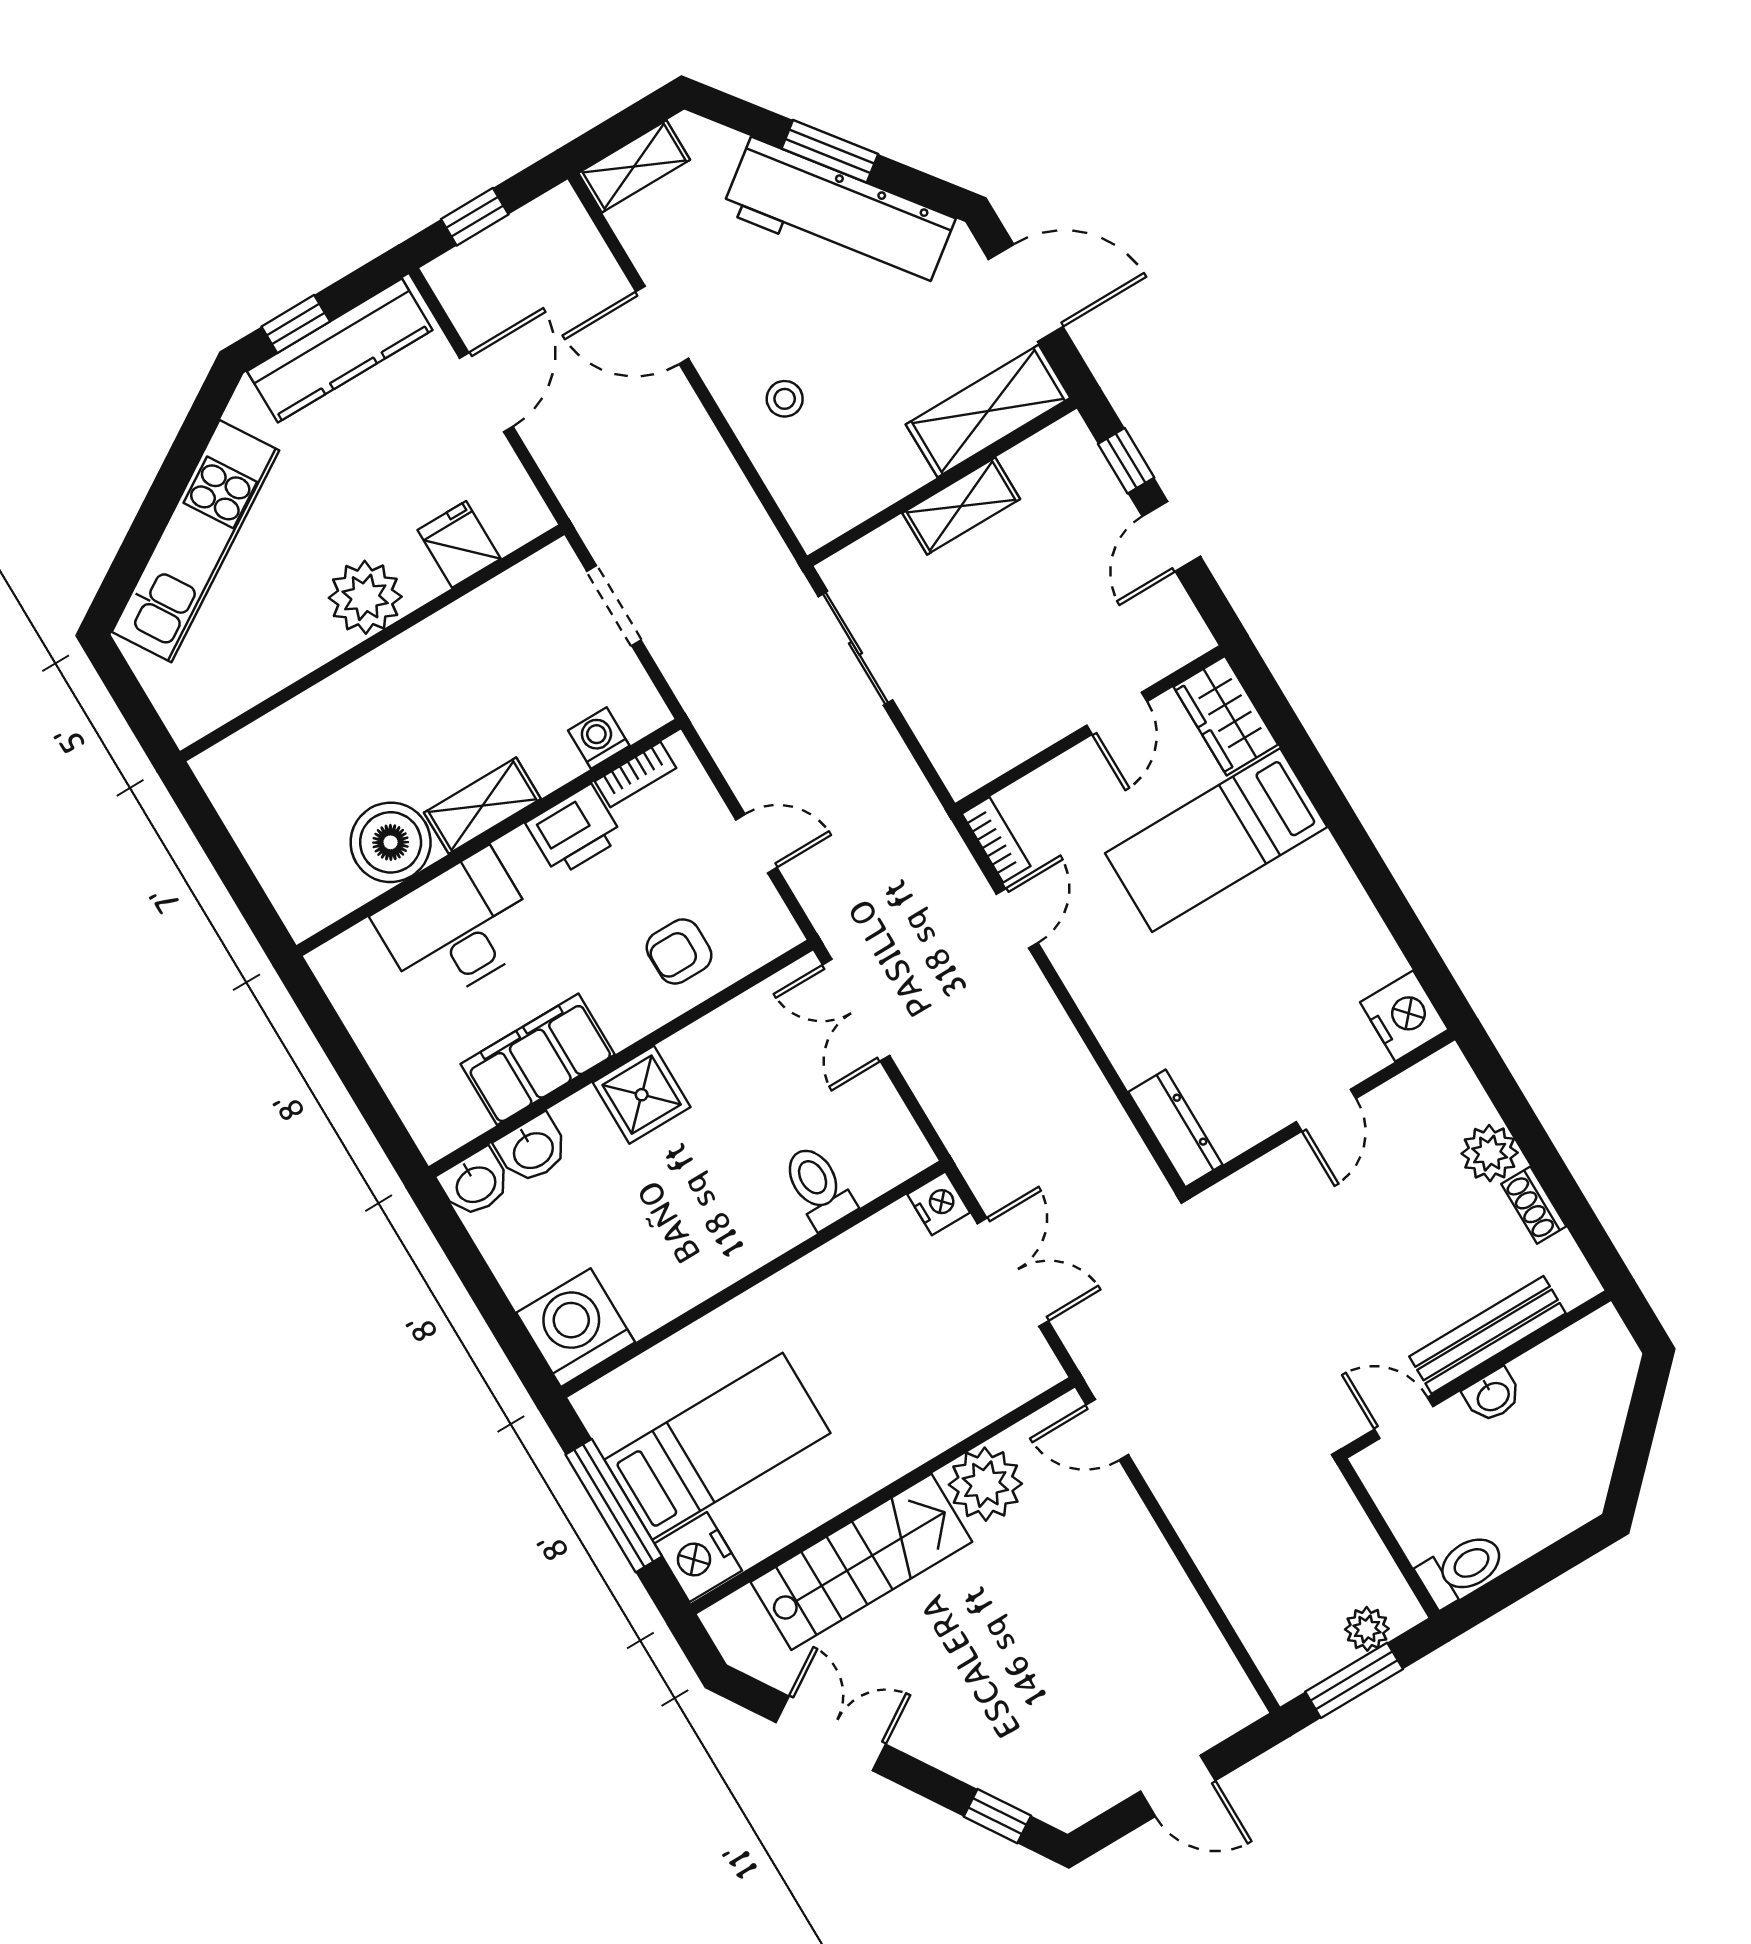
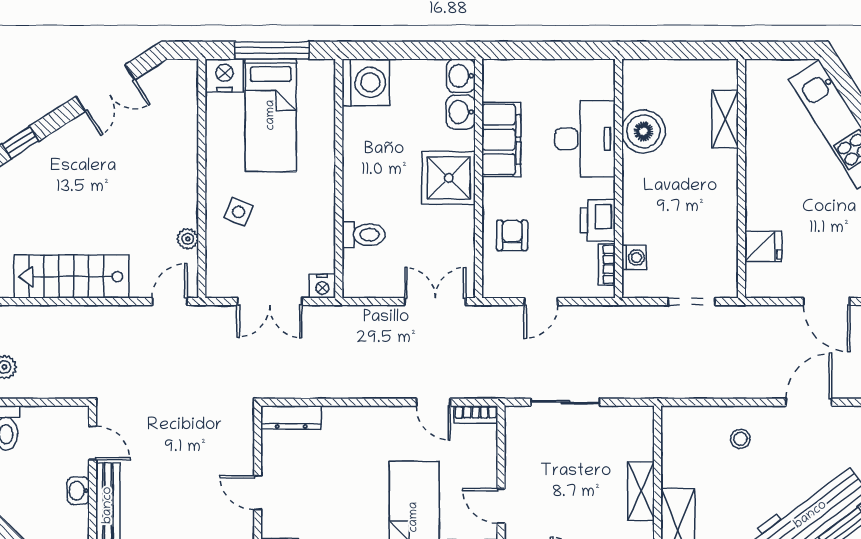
plant: (365, 597) -> (765, 188), removed
sliding door: (855, 648) -> (565, 402), moved
shelving: (482, 806) -> (725, 119), moved
shower: (642, 1095) -> (449, 178), width x1.36, depth x1.36
side table: (901, 1406) -> (239, 212), added
door: (1404, 1418) -> (93, 443), hinge flipped
plant: (985, 1484) -> (188, 239), width x0.53, depth x0.53
stairs: (861, 1562) -> (72, 277), moved, turned 90

